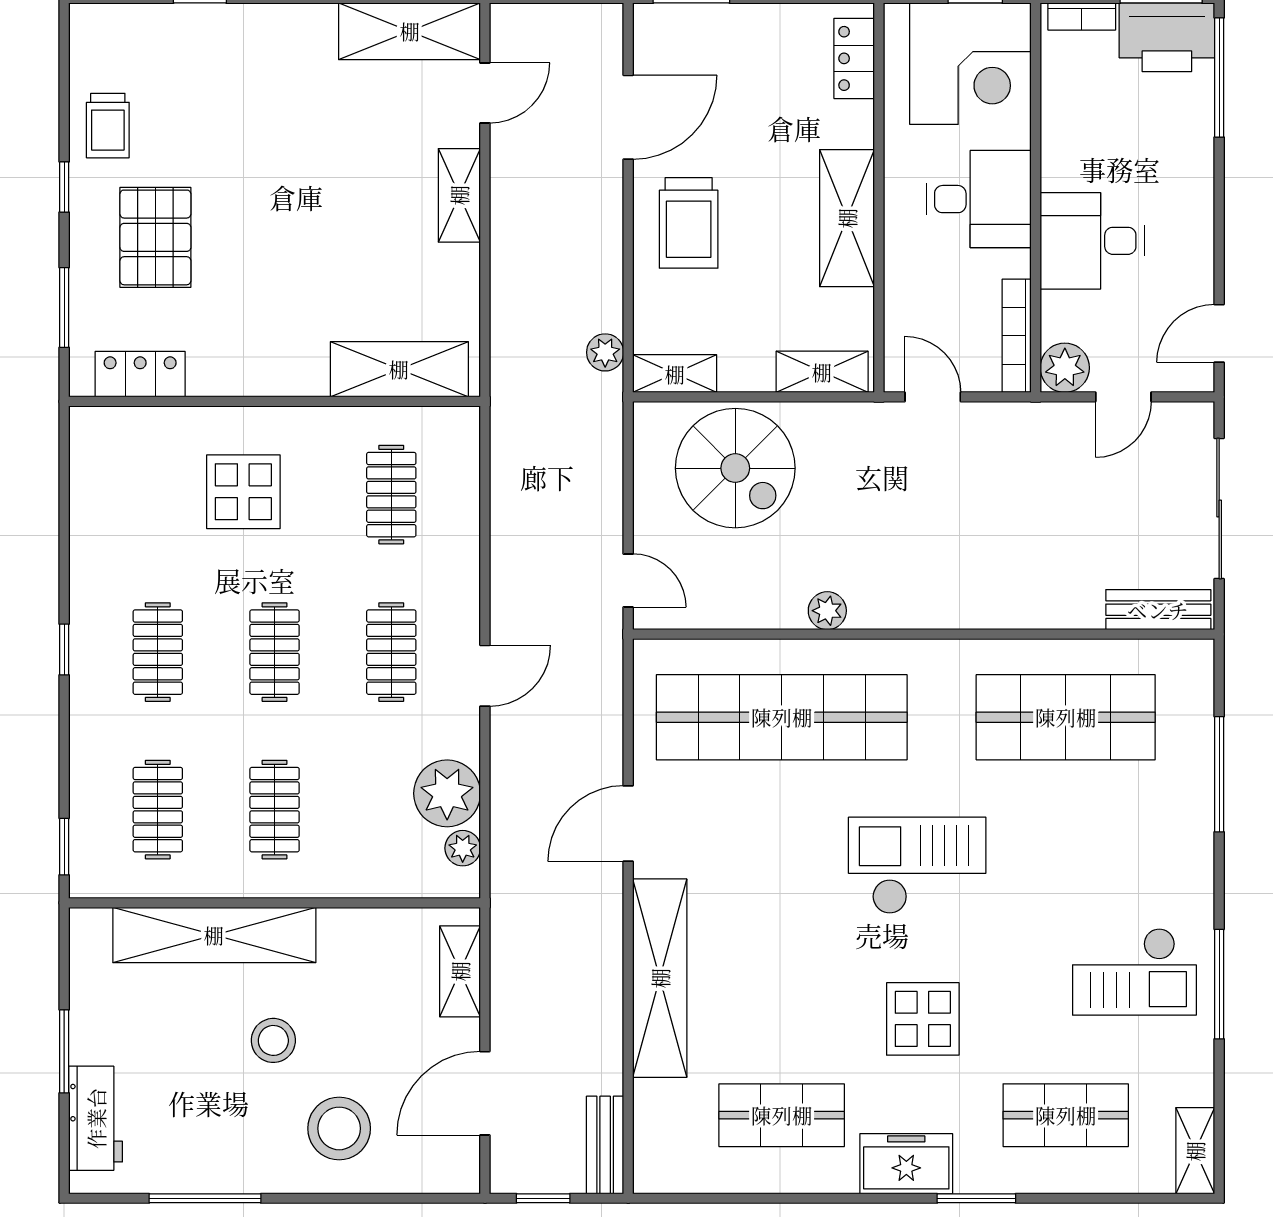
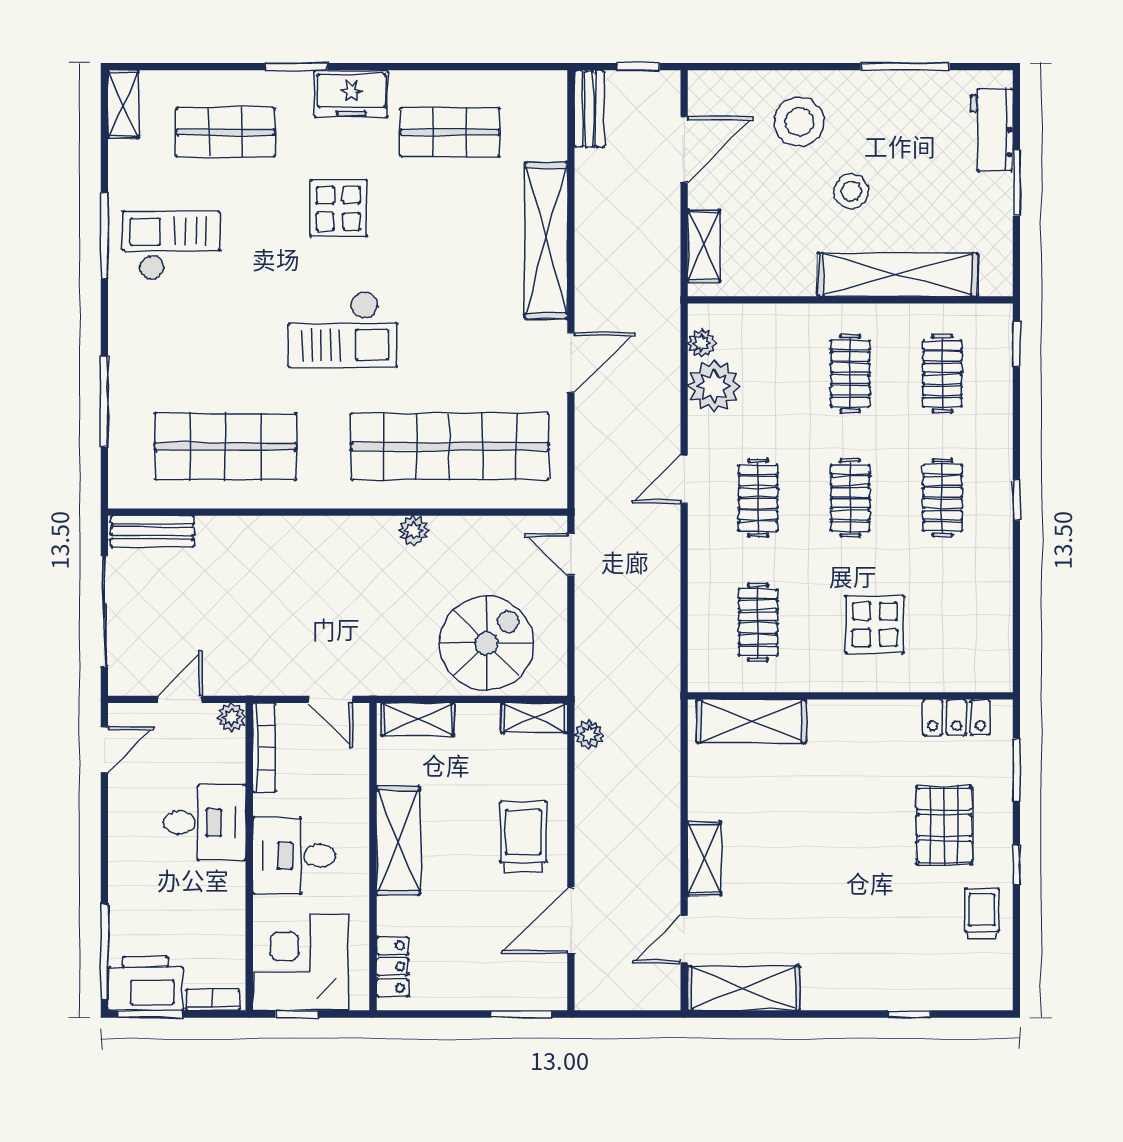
plant: (1065, 368) -> (232, 717), width x0.73, depth x0.73
spiral stairs: (735, 468) -> (486, 643), turned 90

